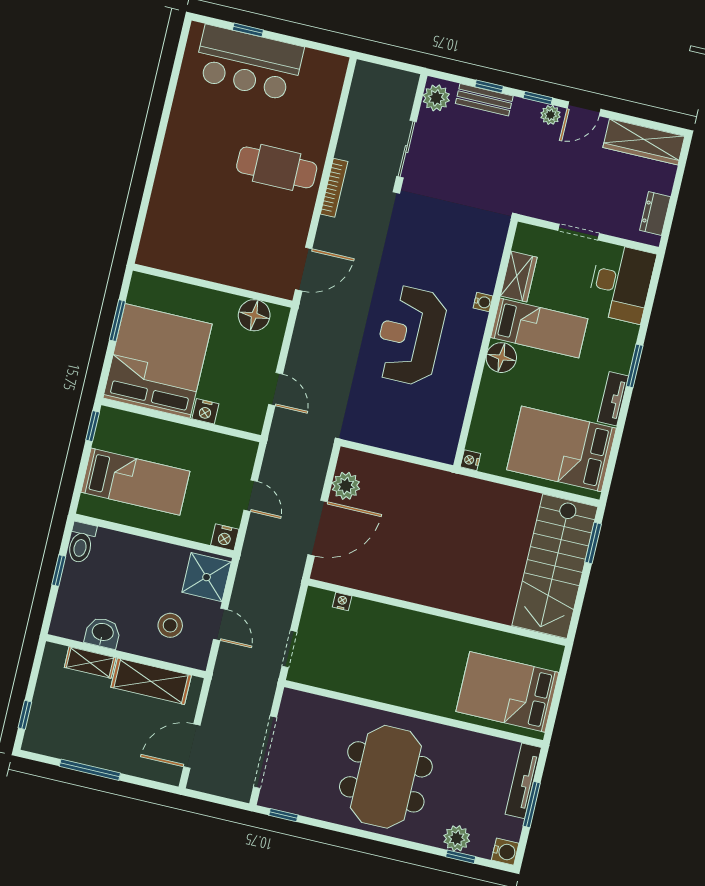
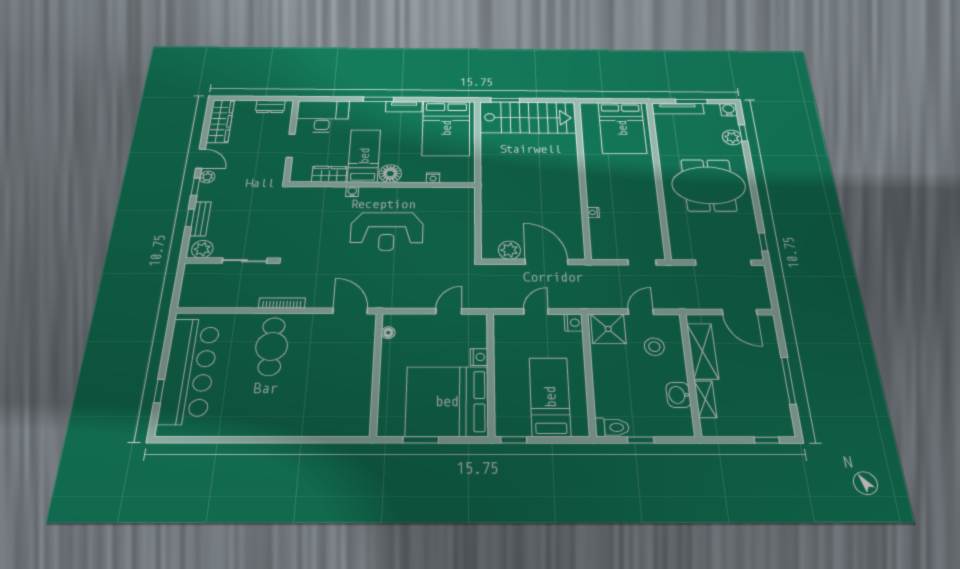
bar counter: (249, 63) -> (189, 371), width x1.36
floor lamp: (254, 315) -> (388, 333), width x0.53, depth x0.53
nightstand: (470, 460) -> (433, 178), moved
nightstand: (342, 601) -> (593, 212), moved

